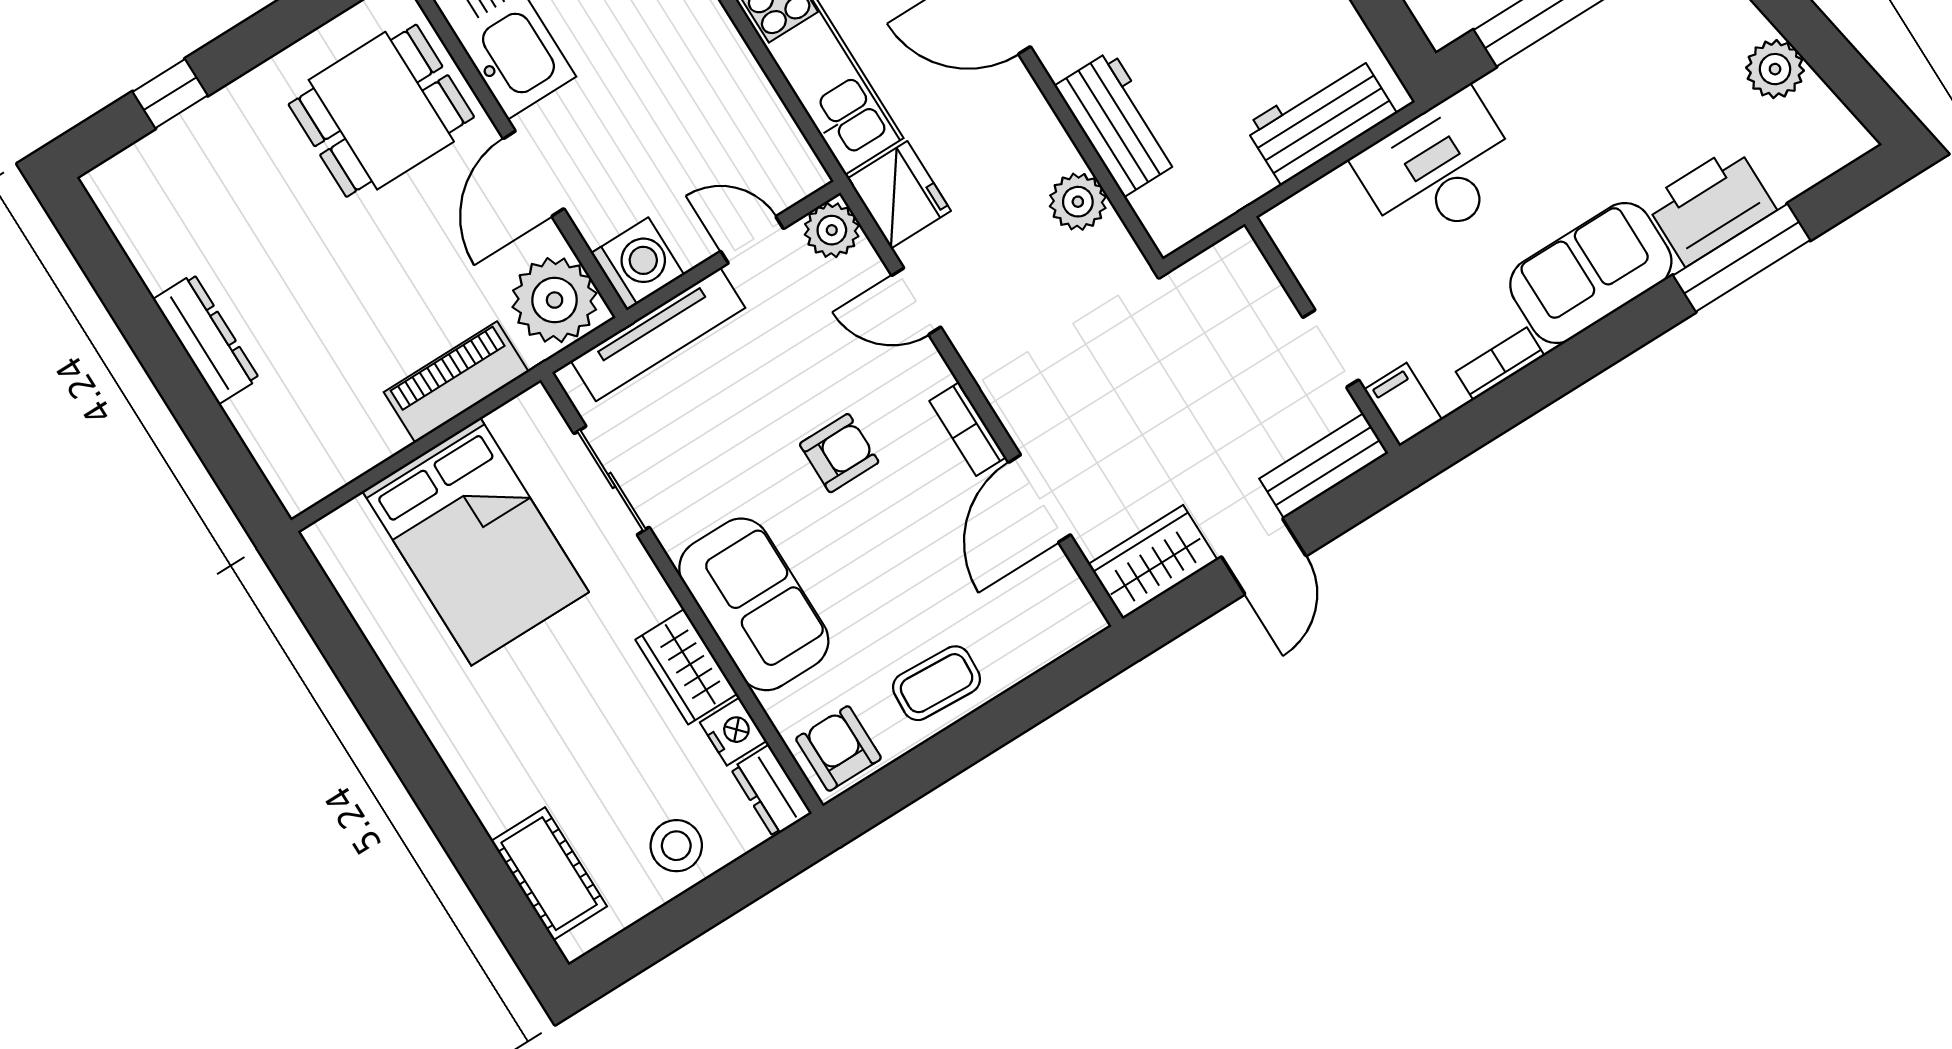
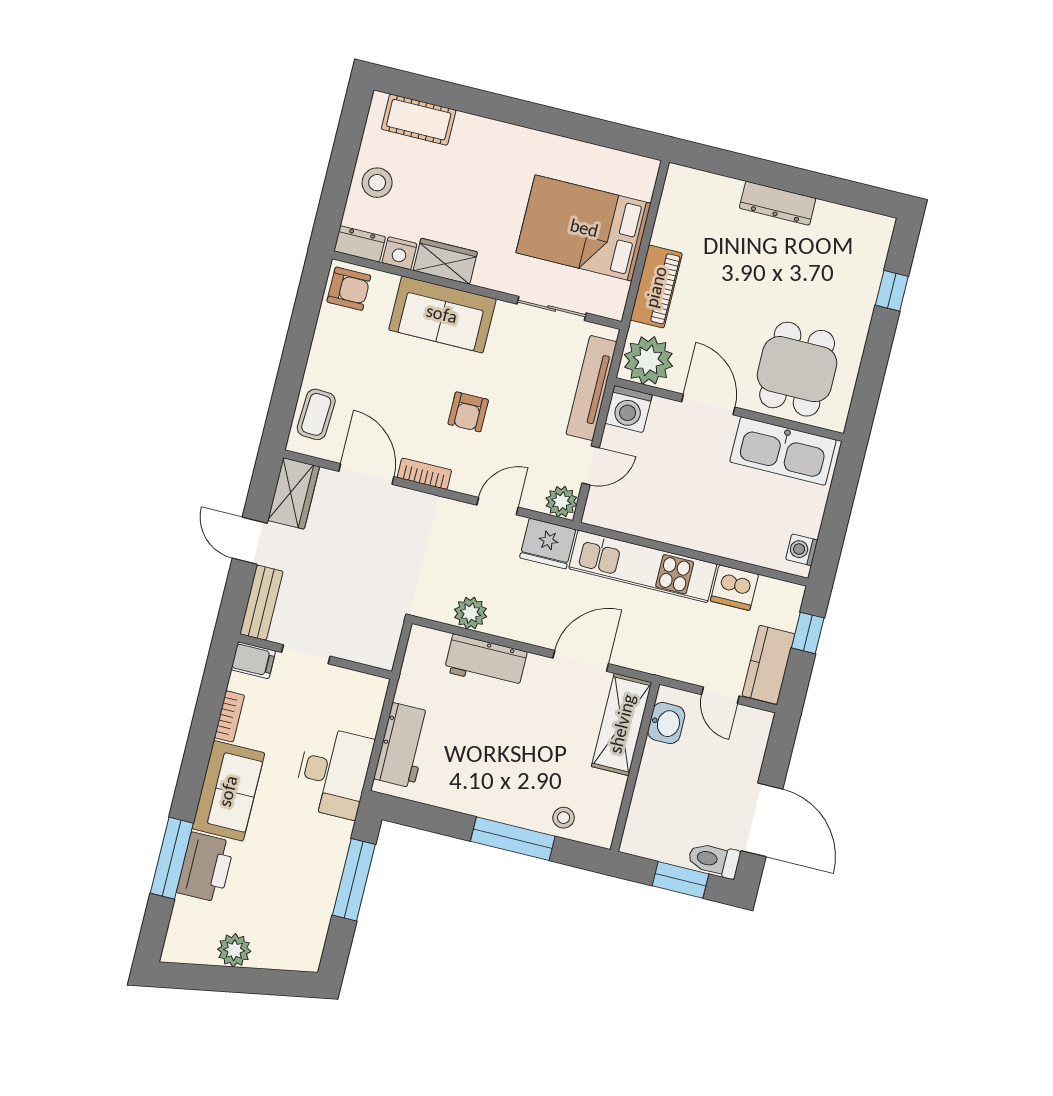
coffee table: (937, 683) -> (316, 414), moved

